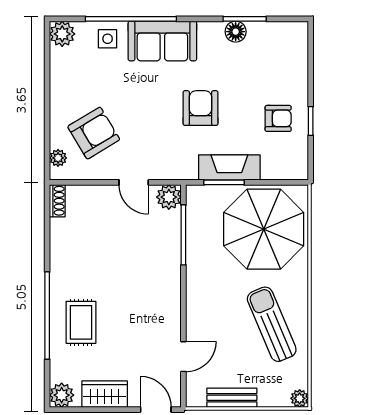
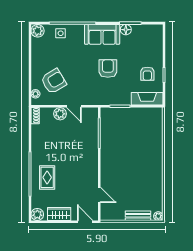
sofa: (162, 41) -> (102, 34), moved
armchair: (278, 118) -> (147, 74), turned 90
fireplace: (229, 167) -> (147, 99), moved
plant: (169, 197) -> (60, 114), moved
parasol: (264, 229) -> (140, 130), removed
sun lounger: (272, 324) -> (144, 178), removed
door: (183, 357) -> (99, 195), hinge flipped
bench: (232, 398) -> (138, 216), moved

